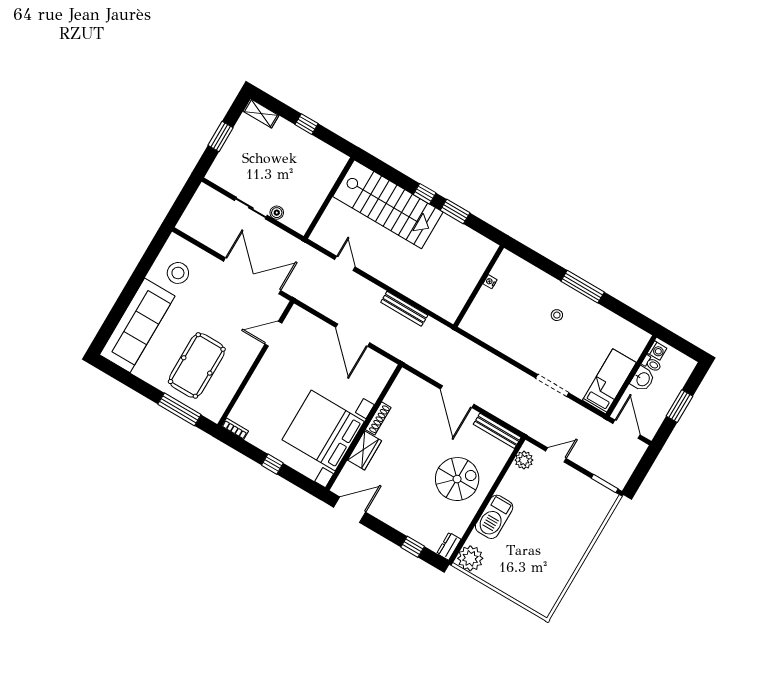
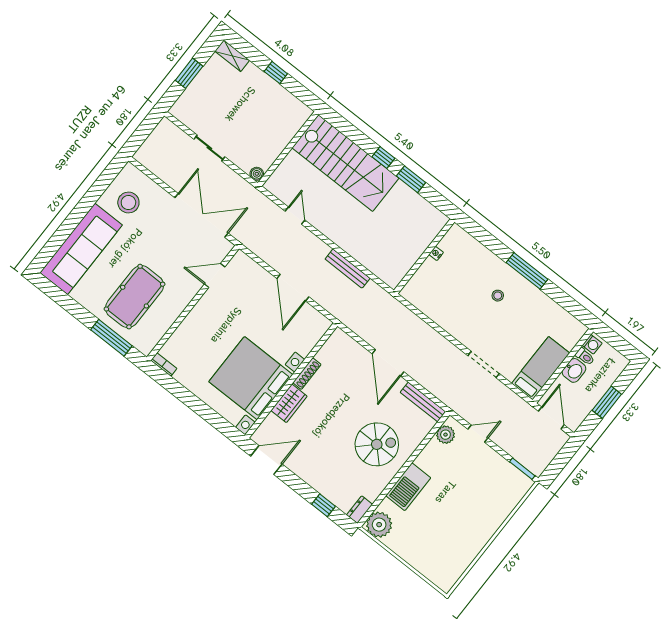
boiler: (277, 213) -> (257, 174), moved
window: (272, 464) -> (196, 404), removed

